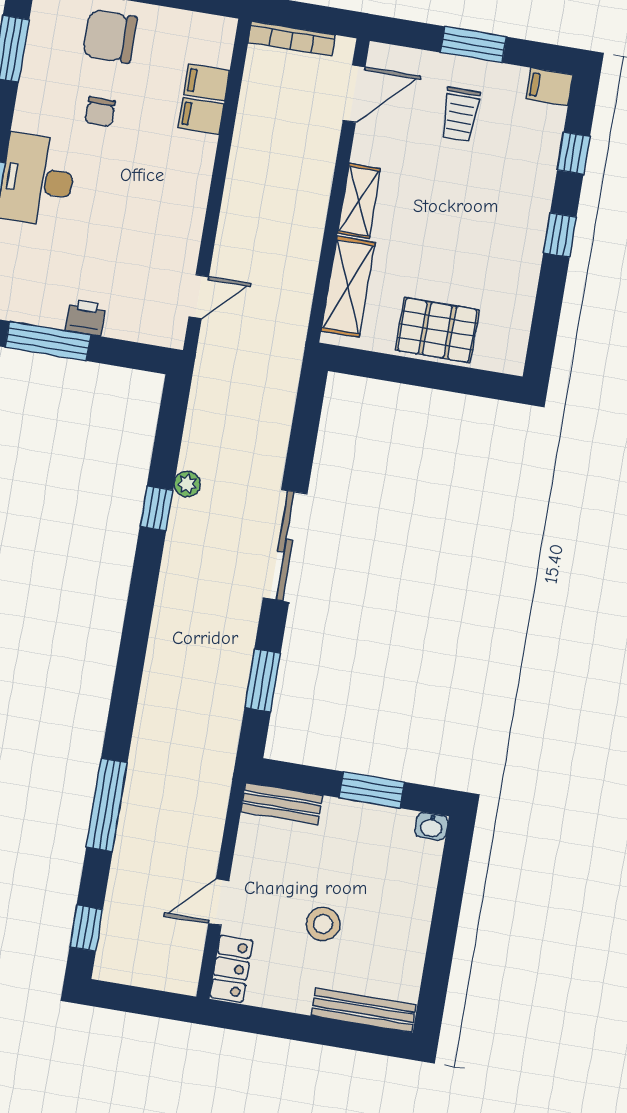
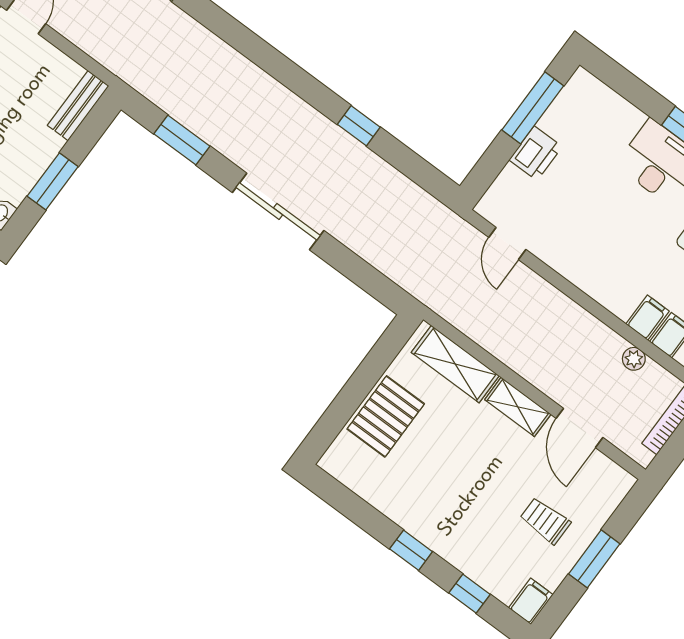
door: (354, 94) -> (579, 428), moved
printer: (86, 317) -> (536, 153), width x1.36, depth x1.24
plant: (187, 484) -> (634, 359), moved

